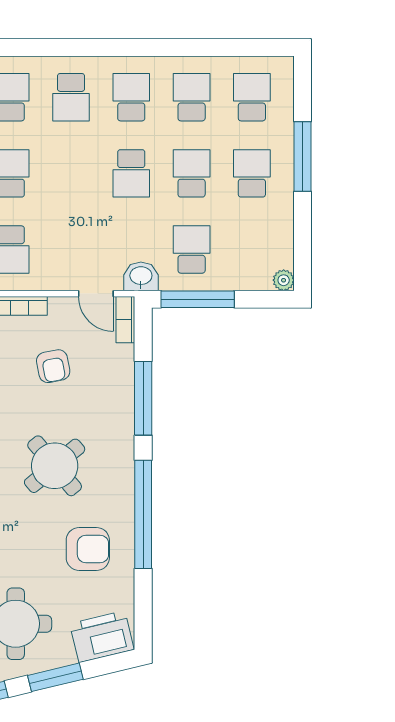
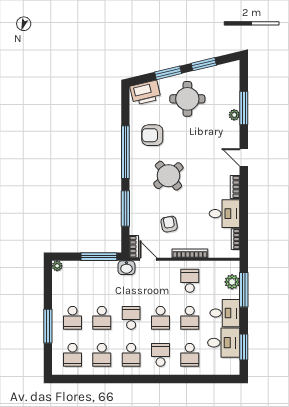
school desk: (192, 249) -> (160, 318), moved

